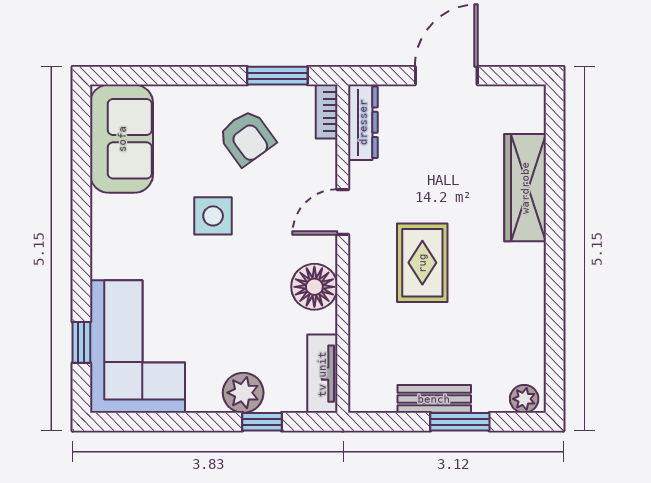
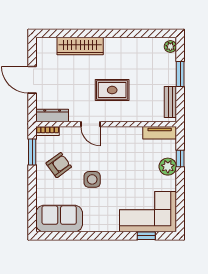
floor lamp: (314, 287) -> (122, 136), removed
bench: (434, 399) -> (170, 102), moved

